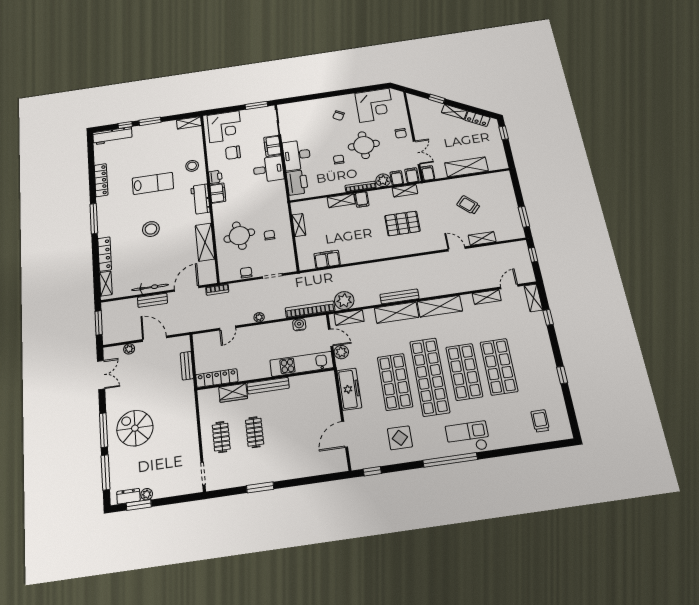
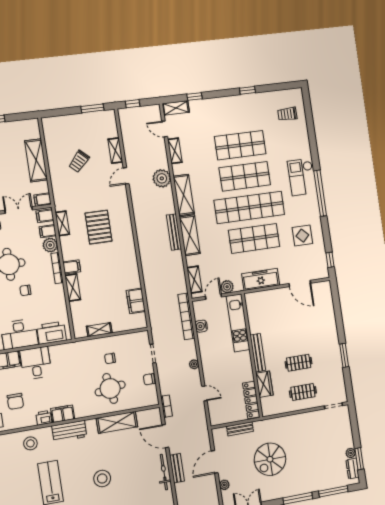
plant: (344, 300) -> (162, 178), moved
spiral stairs: (135, 428) -> (270, 459), moved

